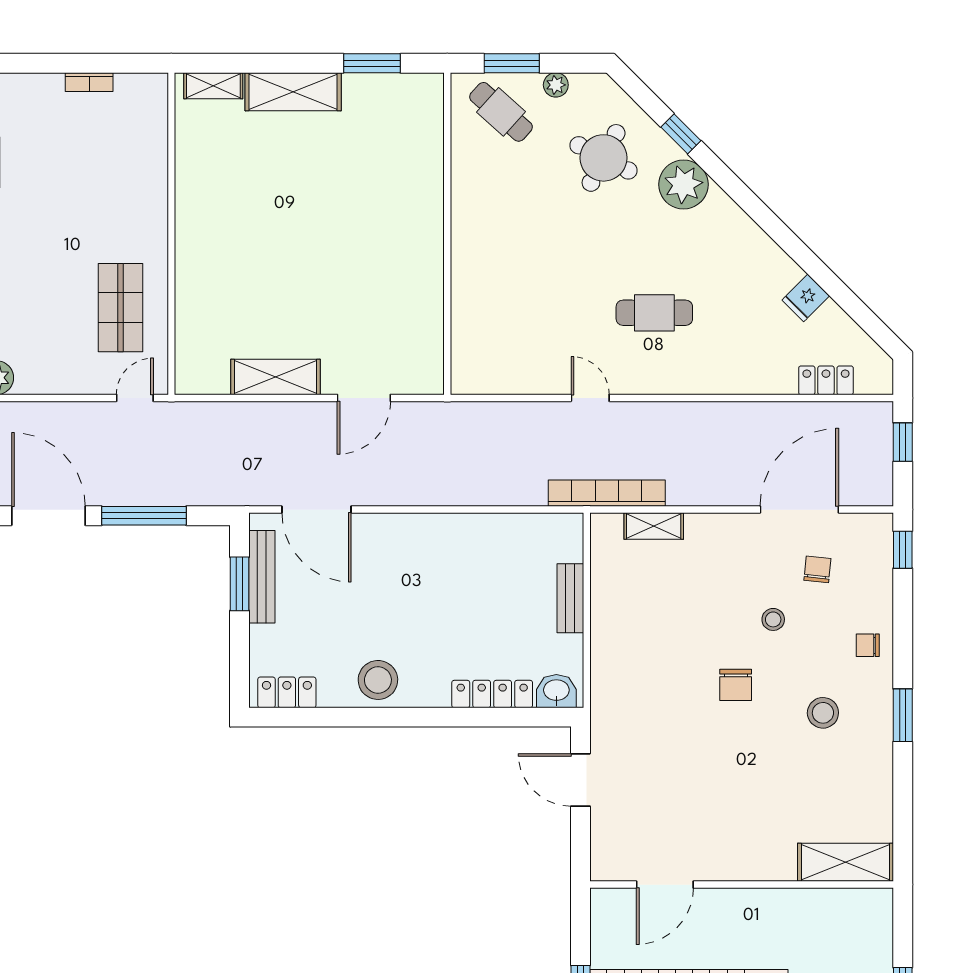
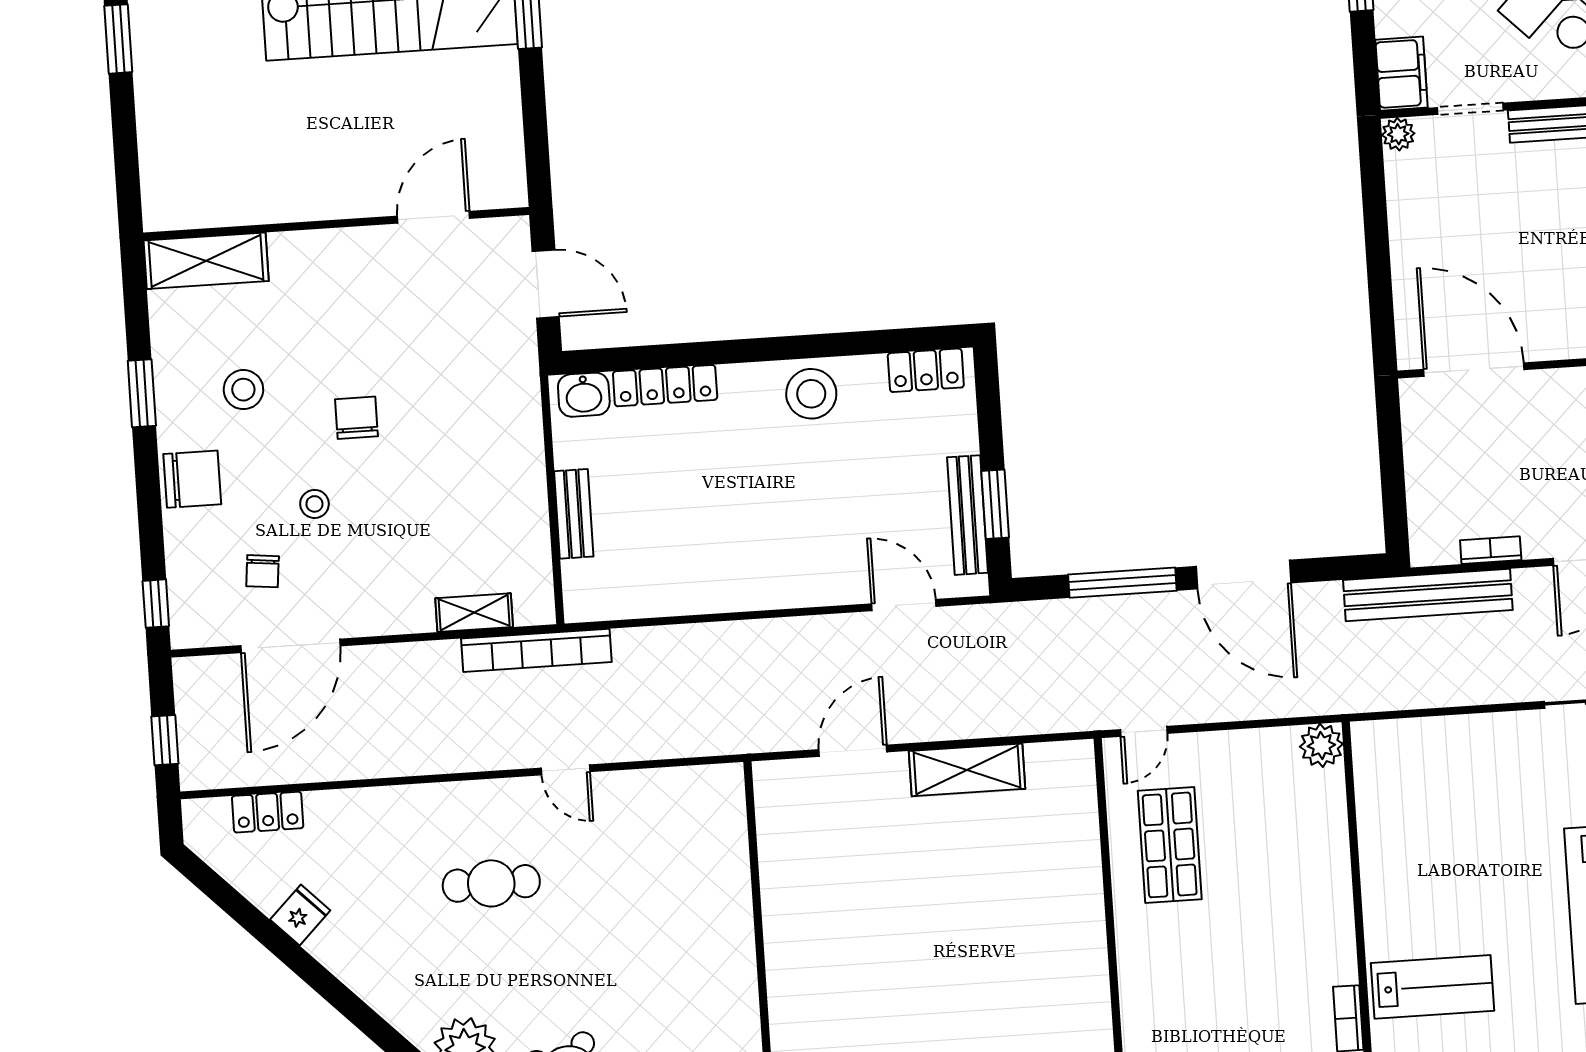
door: (316, 510) -> (904, 605), width x0.73
chair: (868, 645) -> (192, 479), width x1.87, depth x1.87
shelving: (846, 862) -> (206, 261), moved
door: (665, 885) -> (434, 217), moved
wall: (742, 885) -> (336, 224), moved

